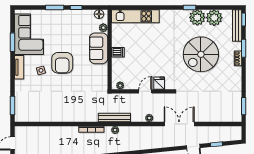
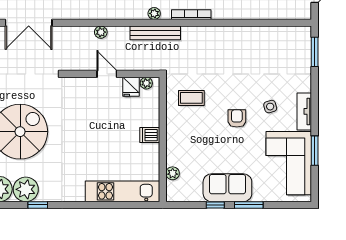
floor lamp: (99, 14) -> (179, 195), removed
sofa: (99, 48) -> (227, 188), moved, turned -90
armchair: (62, 63) -> (237, 118), width x0.53, depth x0.53
coffee table: (91, 76) -> (191, 98), added
fridge: (159, 83) -> (131, 87), moved
door: (145, 91) -> (107, 74), swing flipped
double door: (179, 124) -> (29, 23), moved

